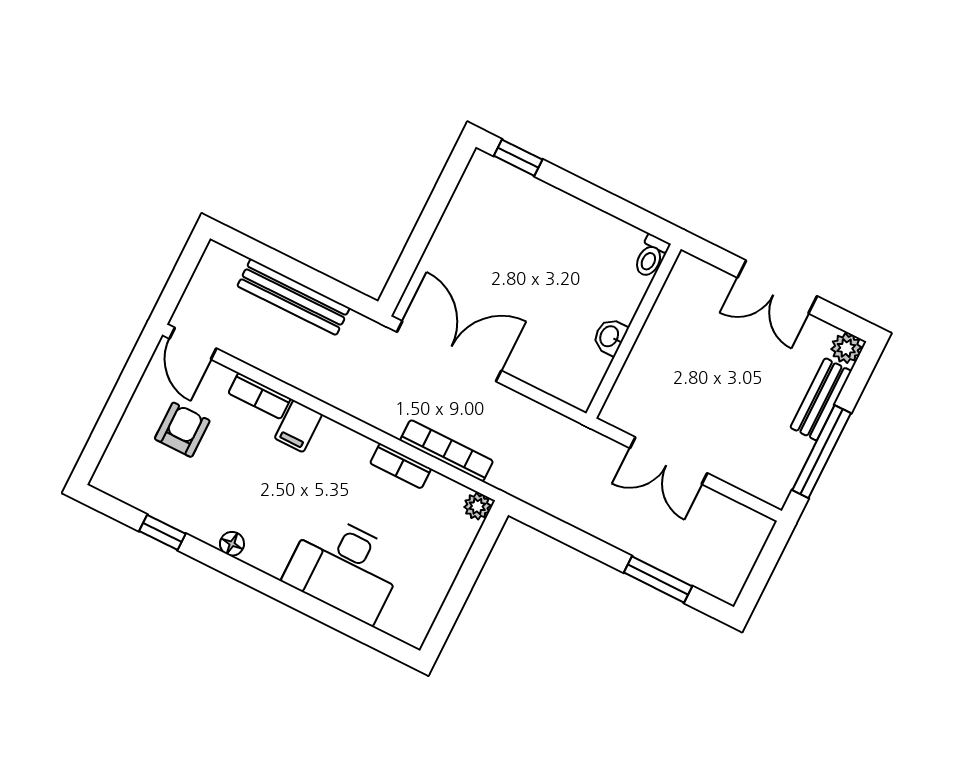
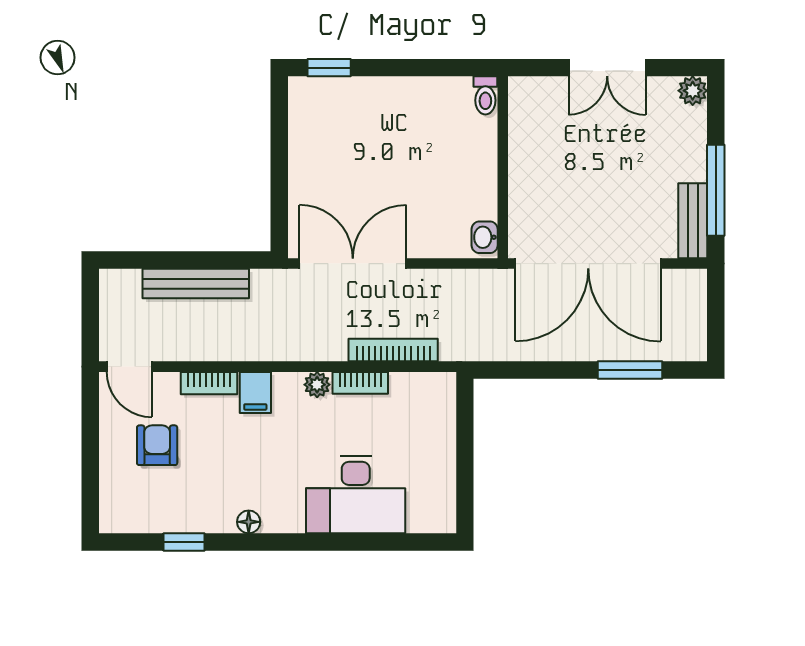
washbasin: (610, 337) -> (485, 237), moved
bench: (821, 399) -> (693, 221), moved
double door: (669, 461) -> (588, 264), width x1.87
plant: (477, 506) -> (317, 385), moved

